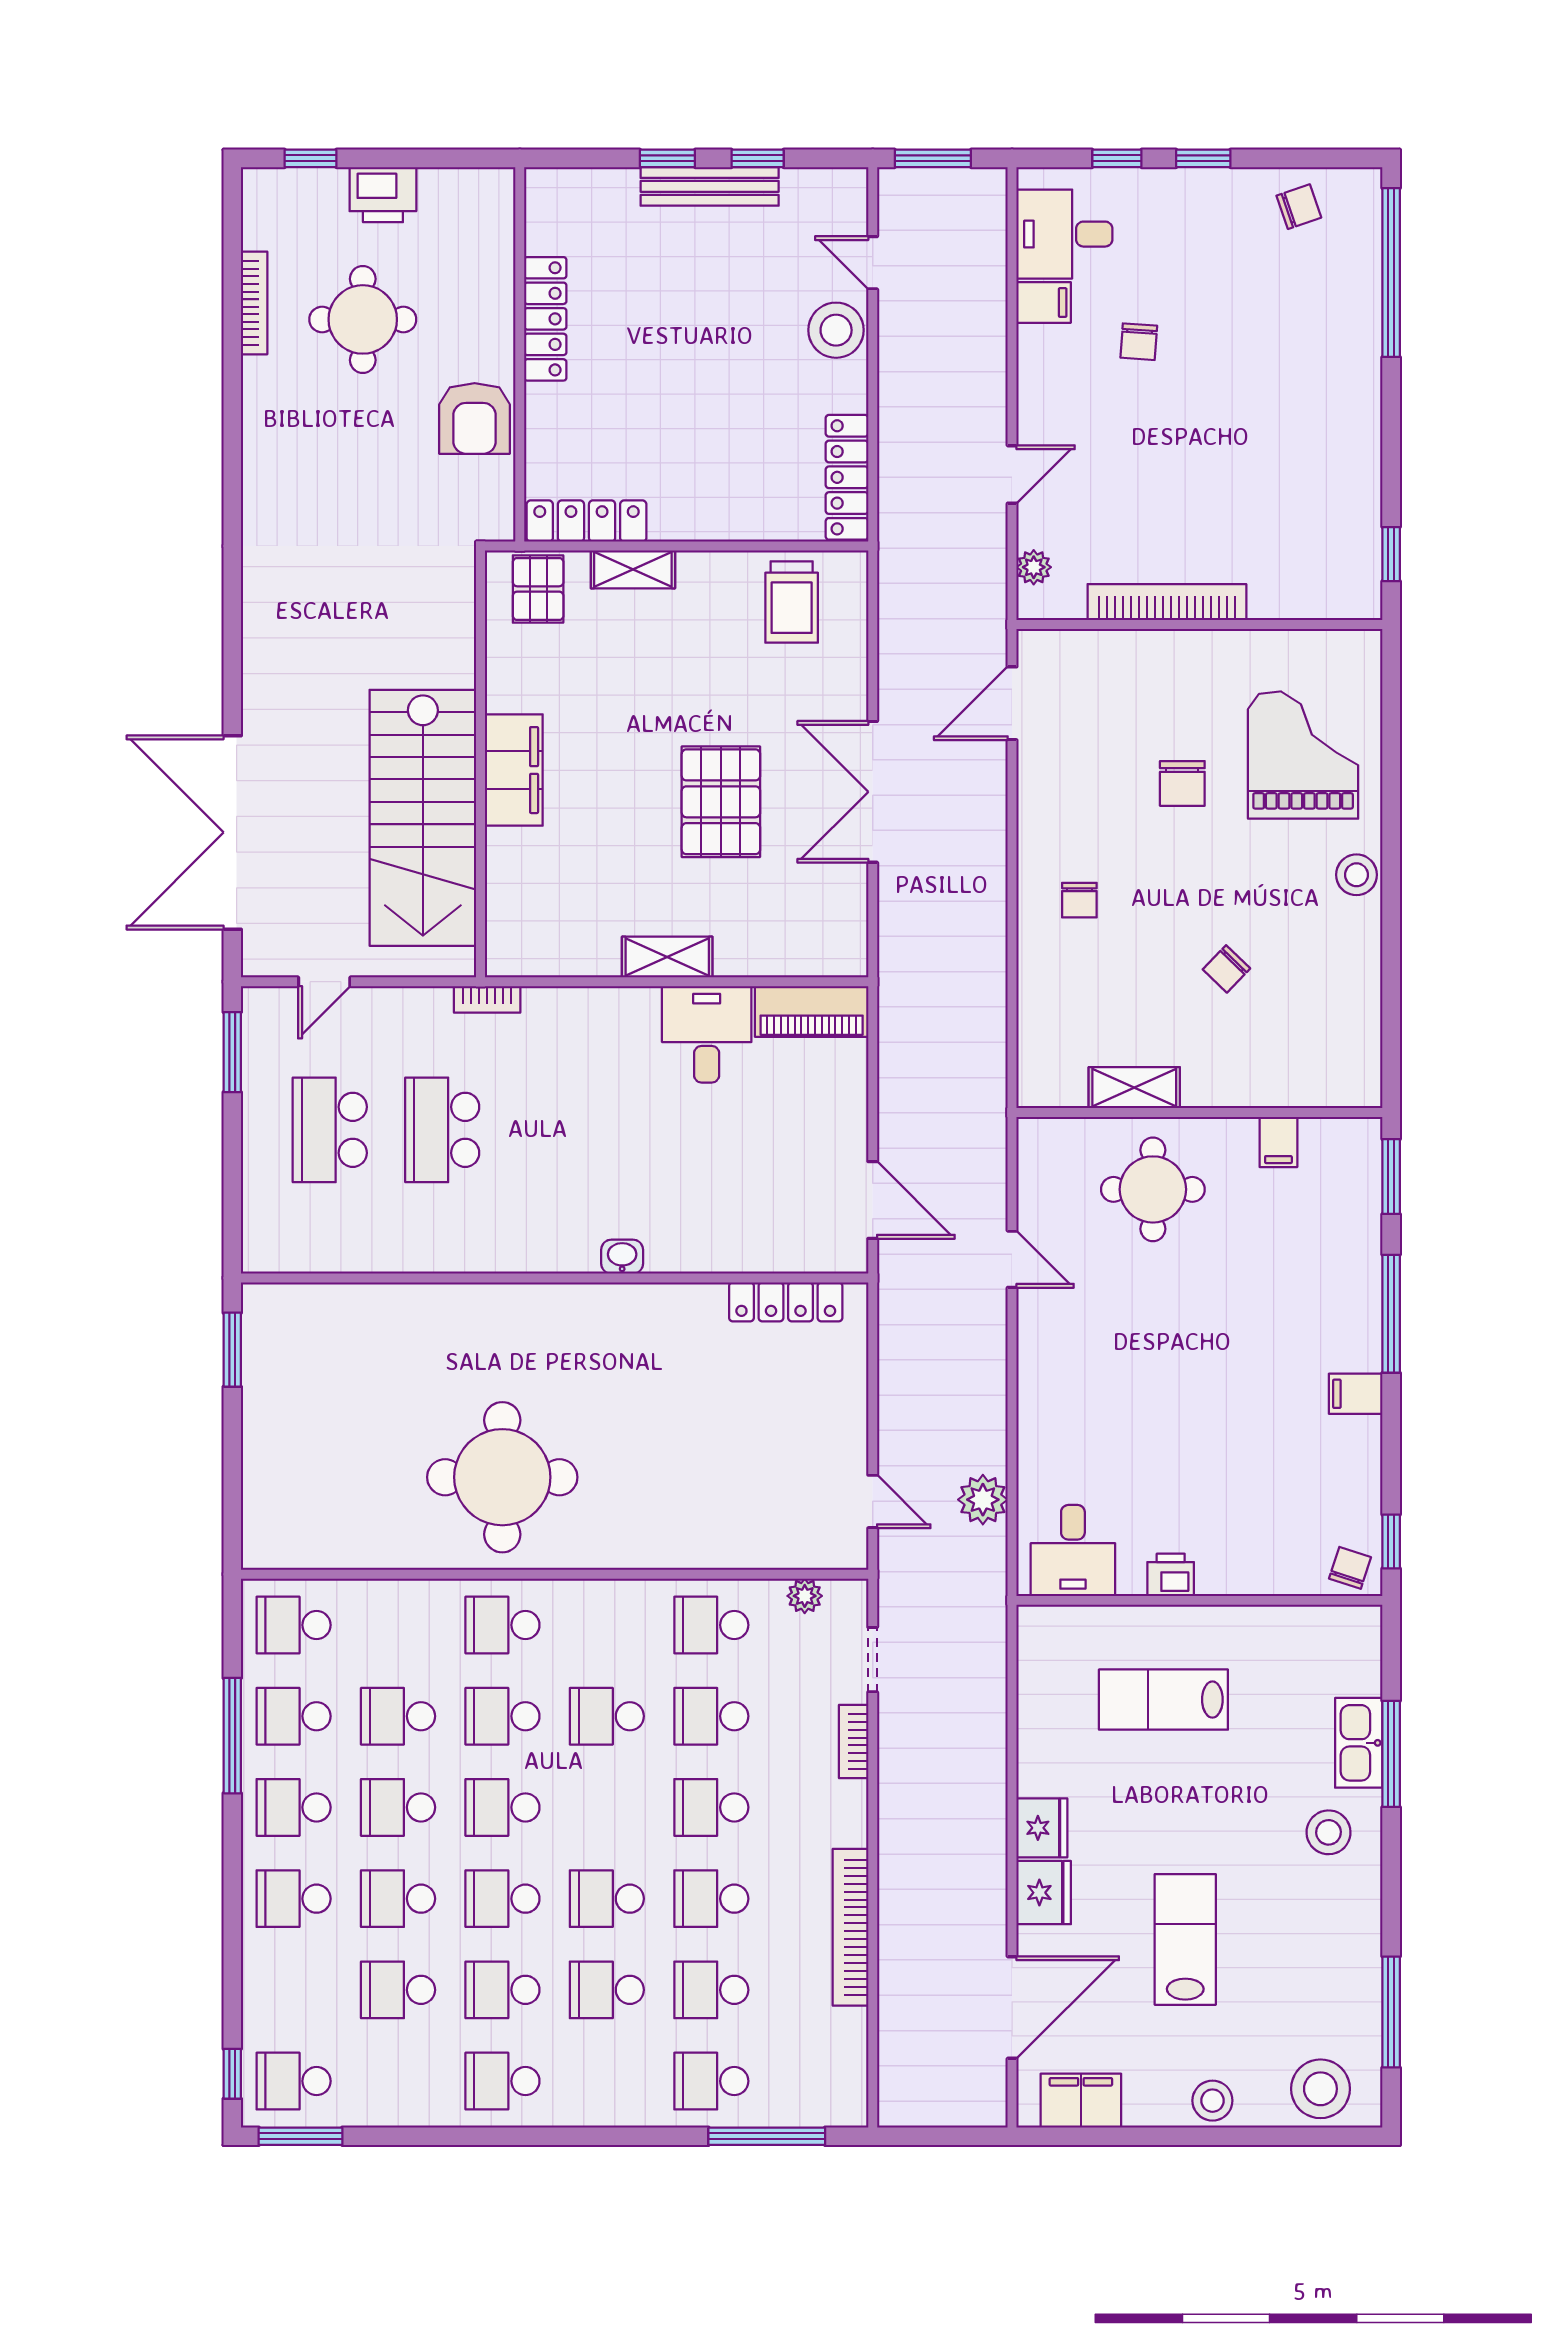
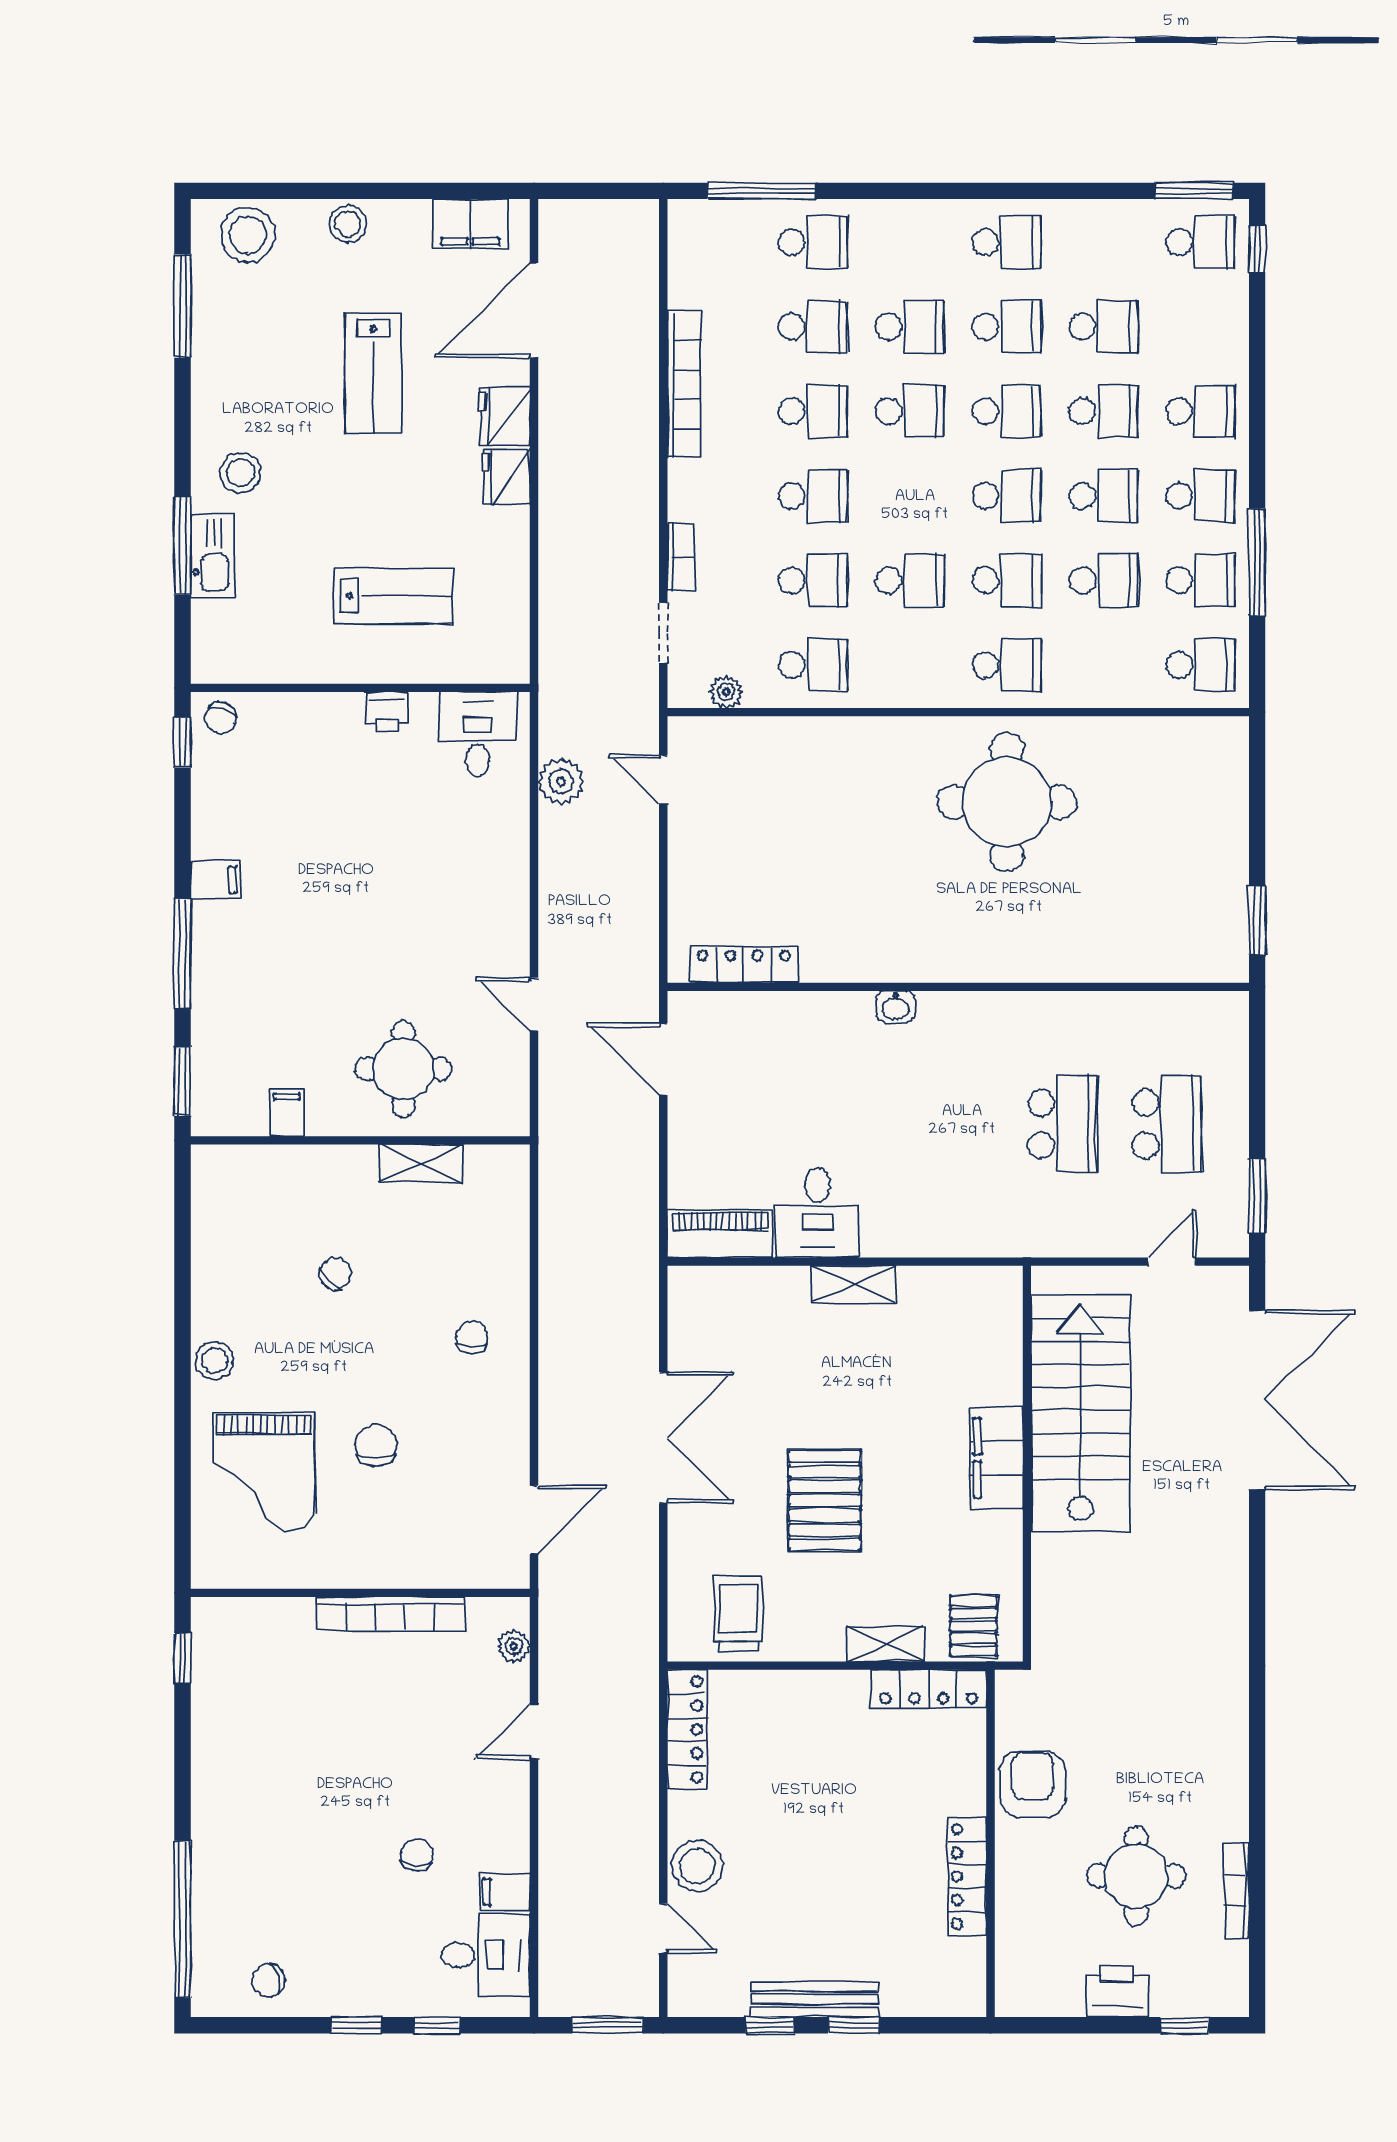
pallet: (721, 802) -> (825, 1501), moved
bookcase: (487, 999) -> (1021, 1245), removed

